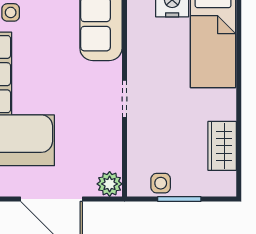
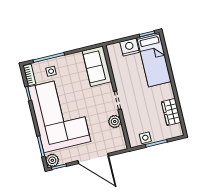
plant: (110, 184) -> (115, 121), moved

